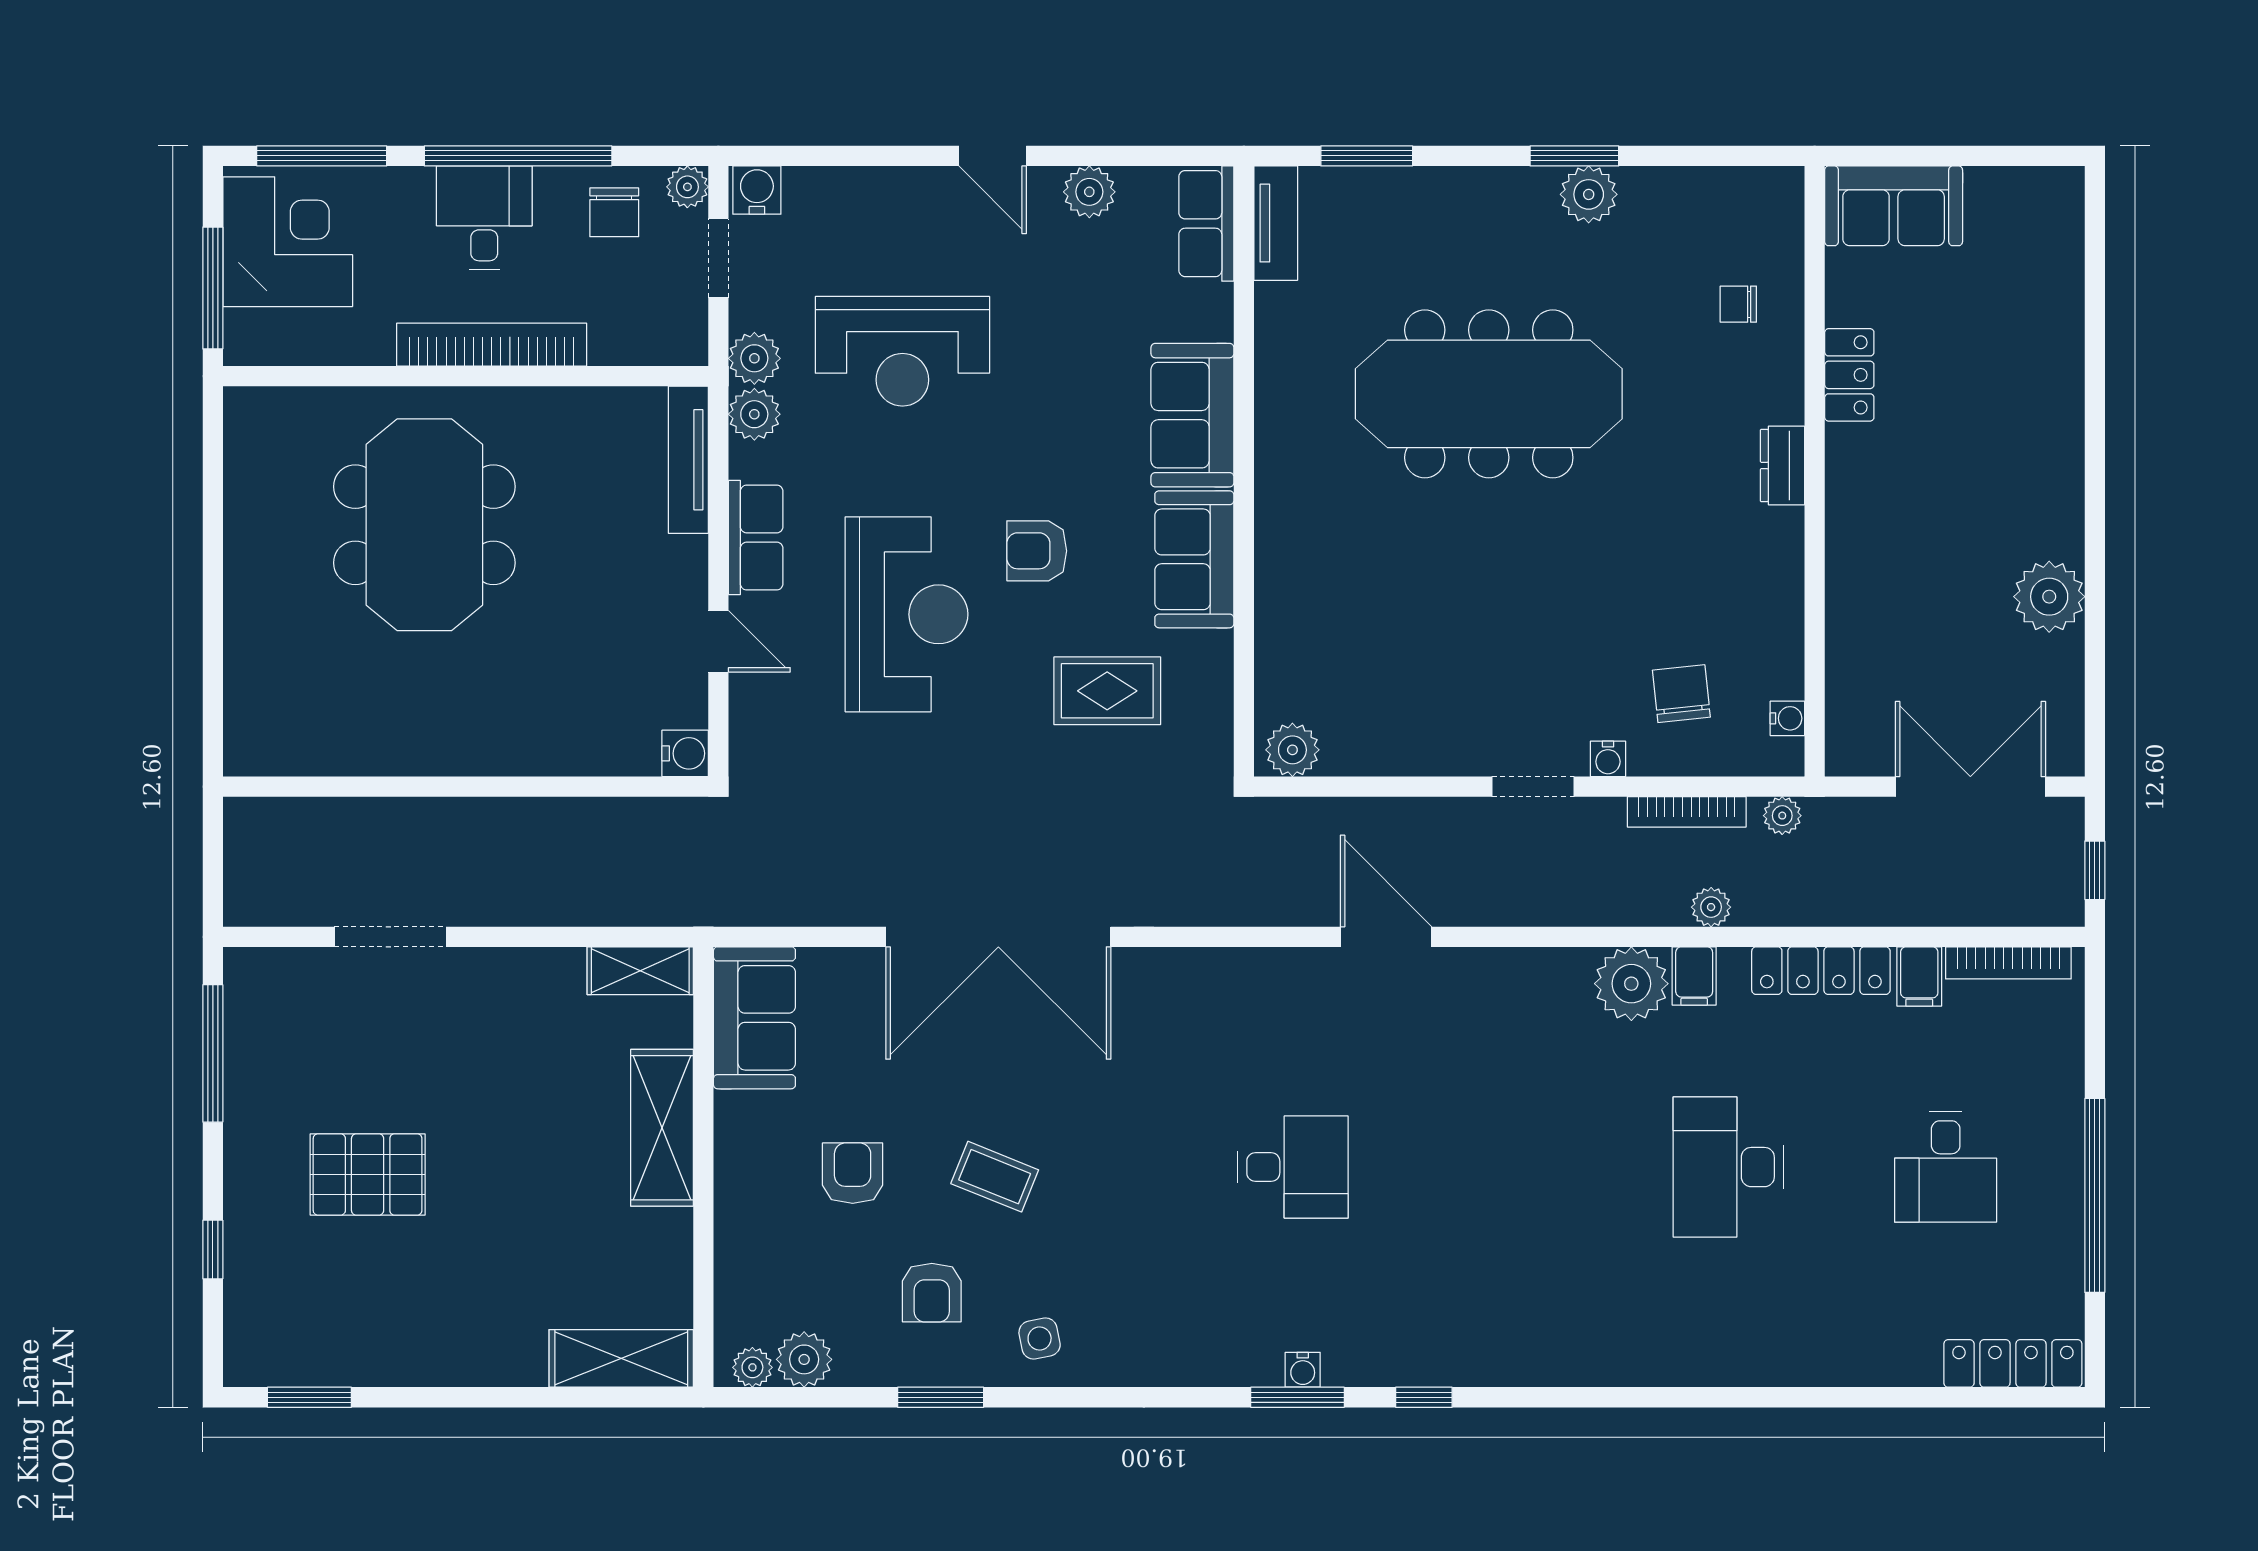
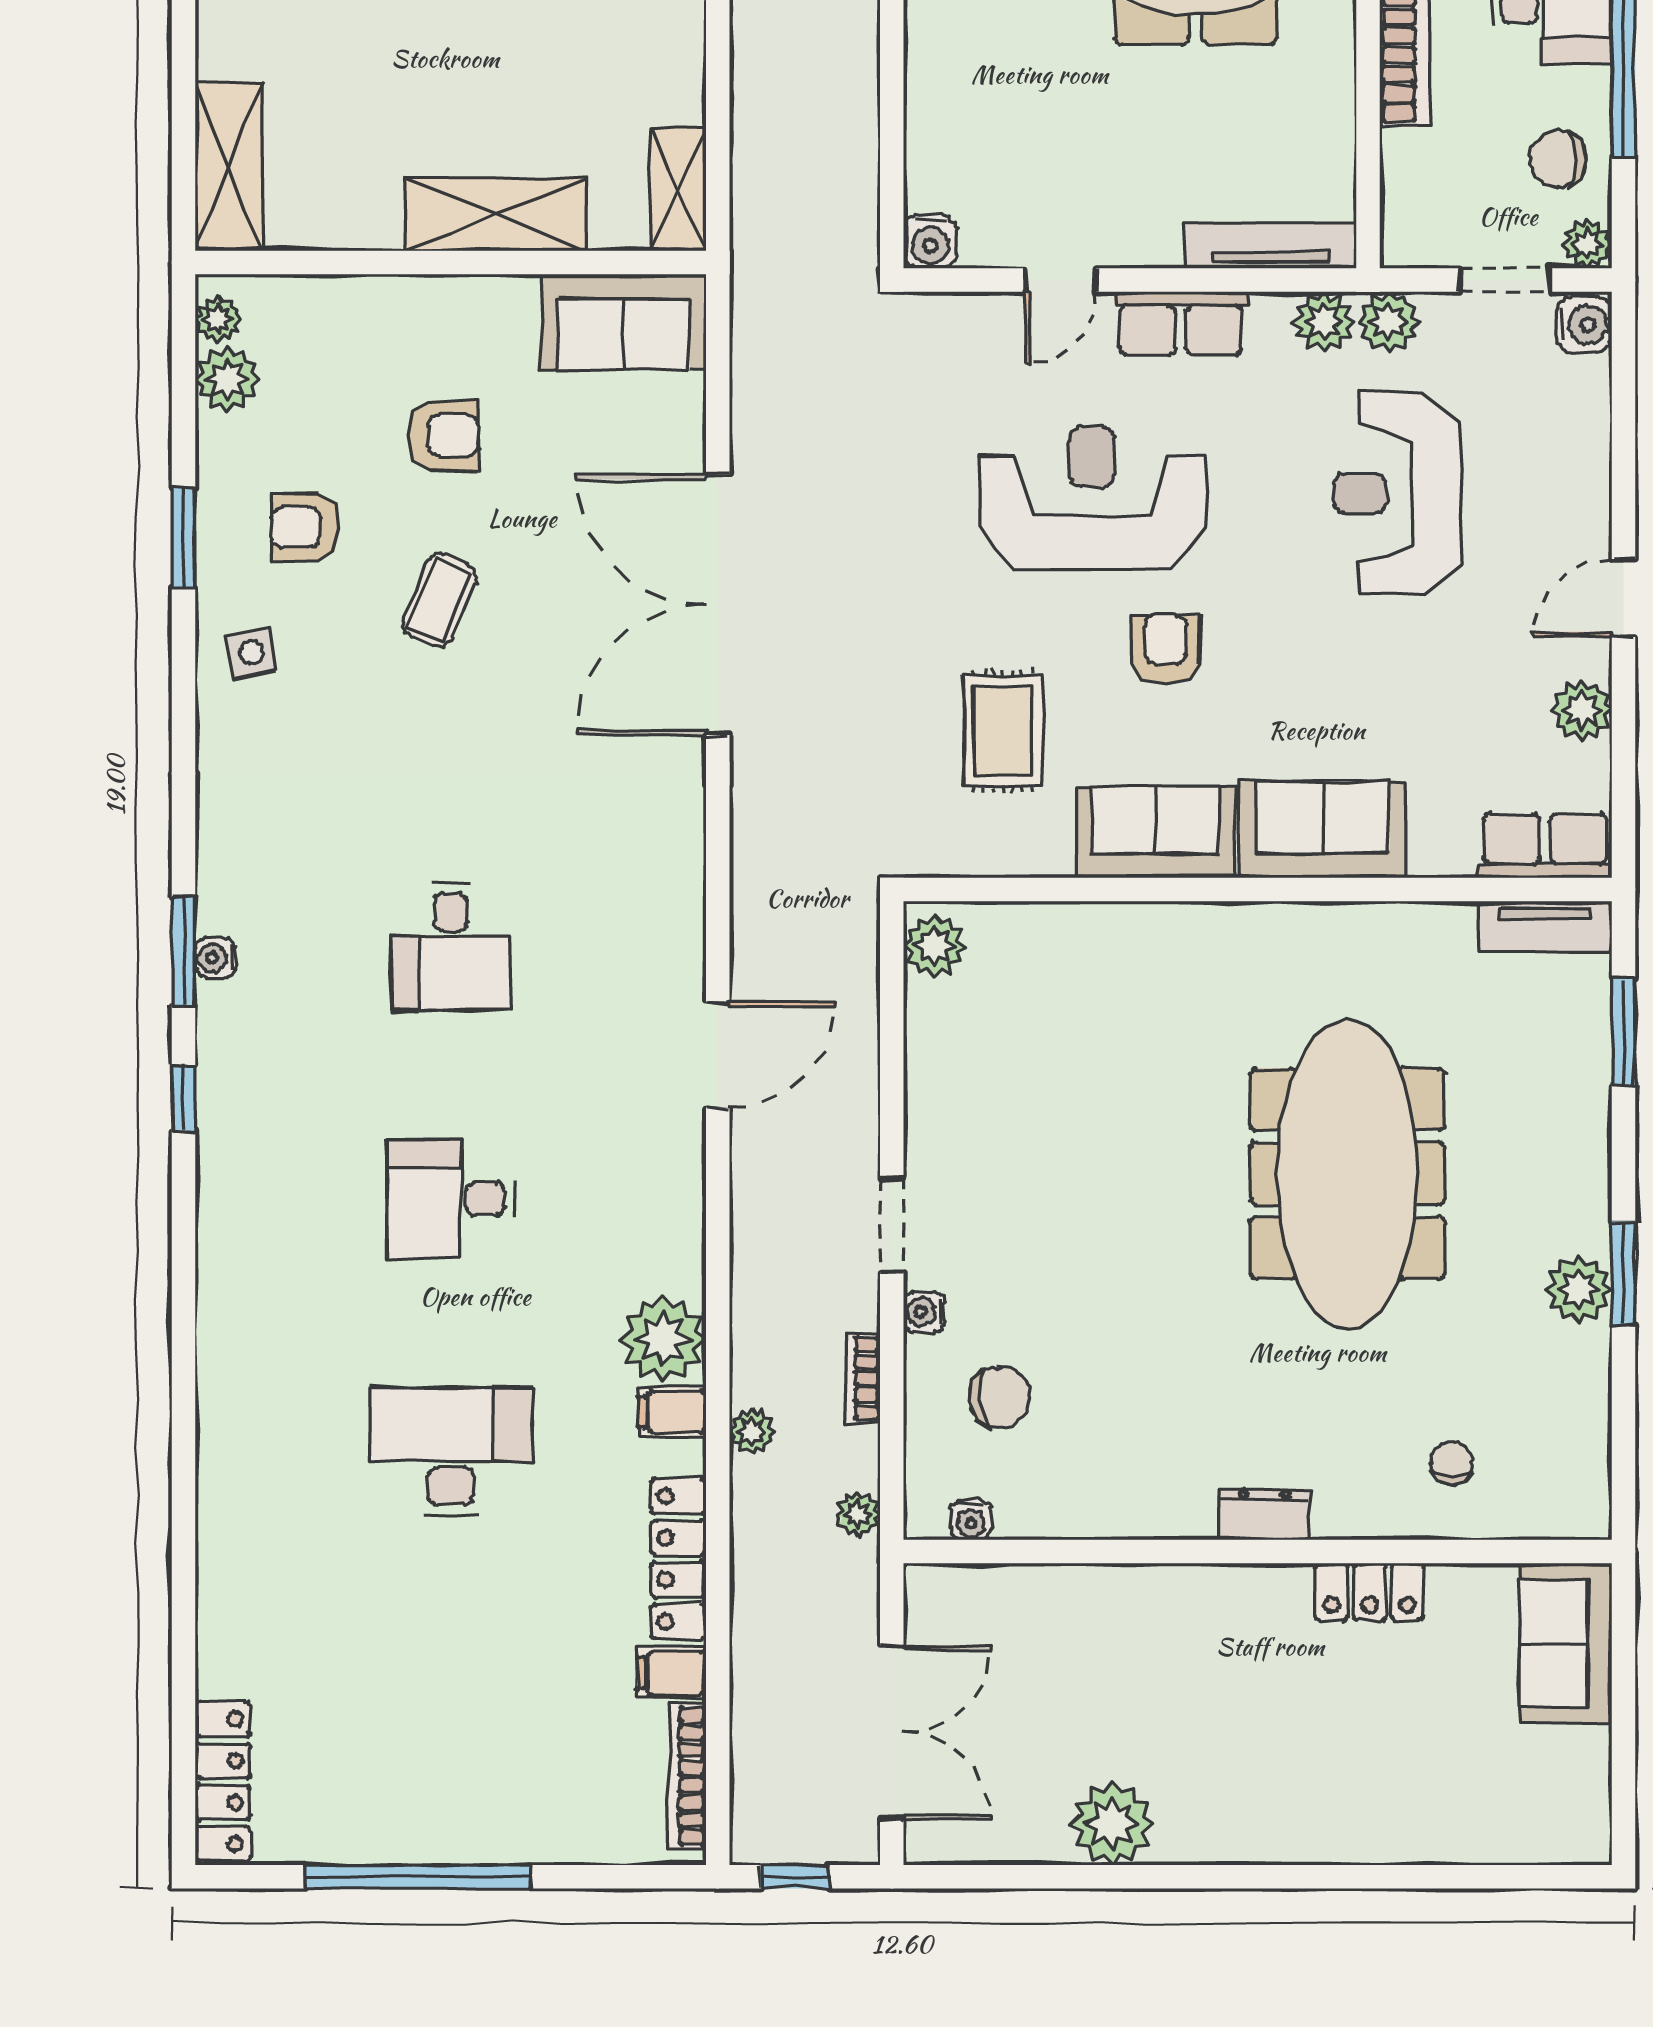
reception desk: (907, 614) -> (1092, 498), turned 180
bookcase: (1687, 812) -> (863, 1378), width x0.64
desk: (1946, 1167) -> (451, 1199), moved

